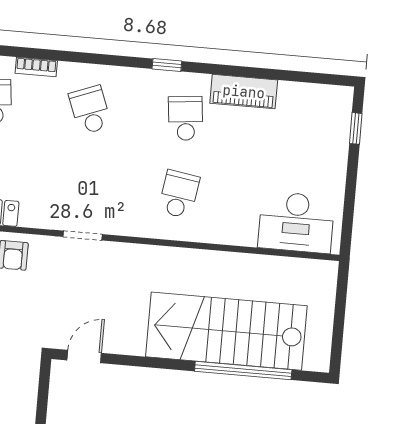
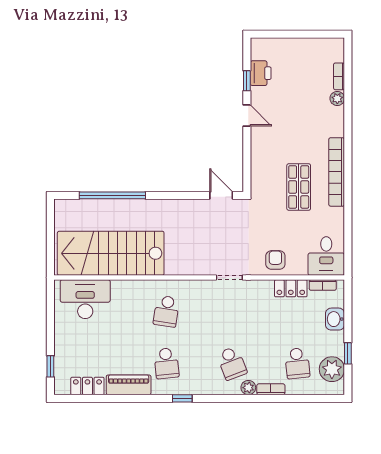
plant: (69, 72) -> (248, 388), added
locker: (304, 95) -> (87, 386), added
stairs: (226, 331) -> (111, 253), moved, turned 180
door: (84, 357) -> (221, 195), swing flipped

